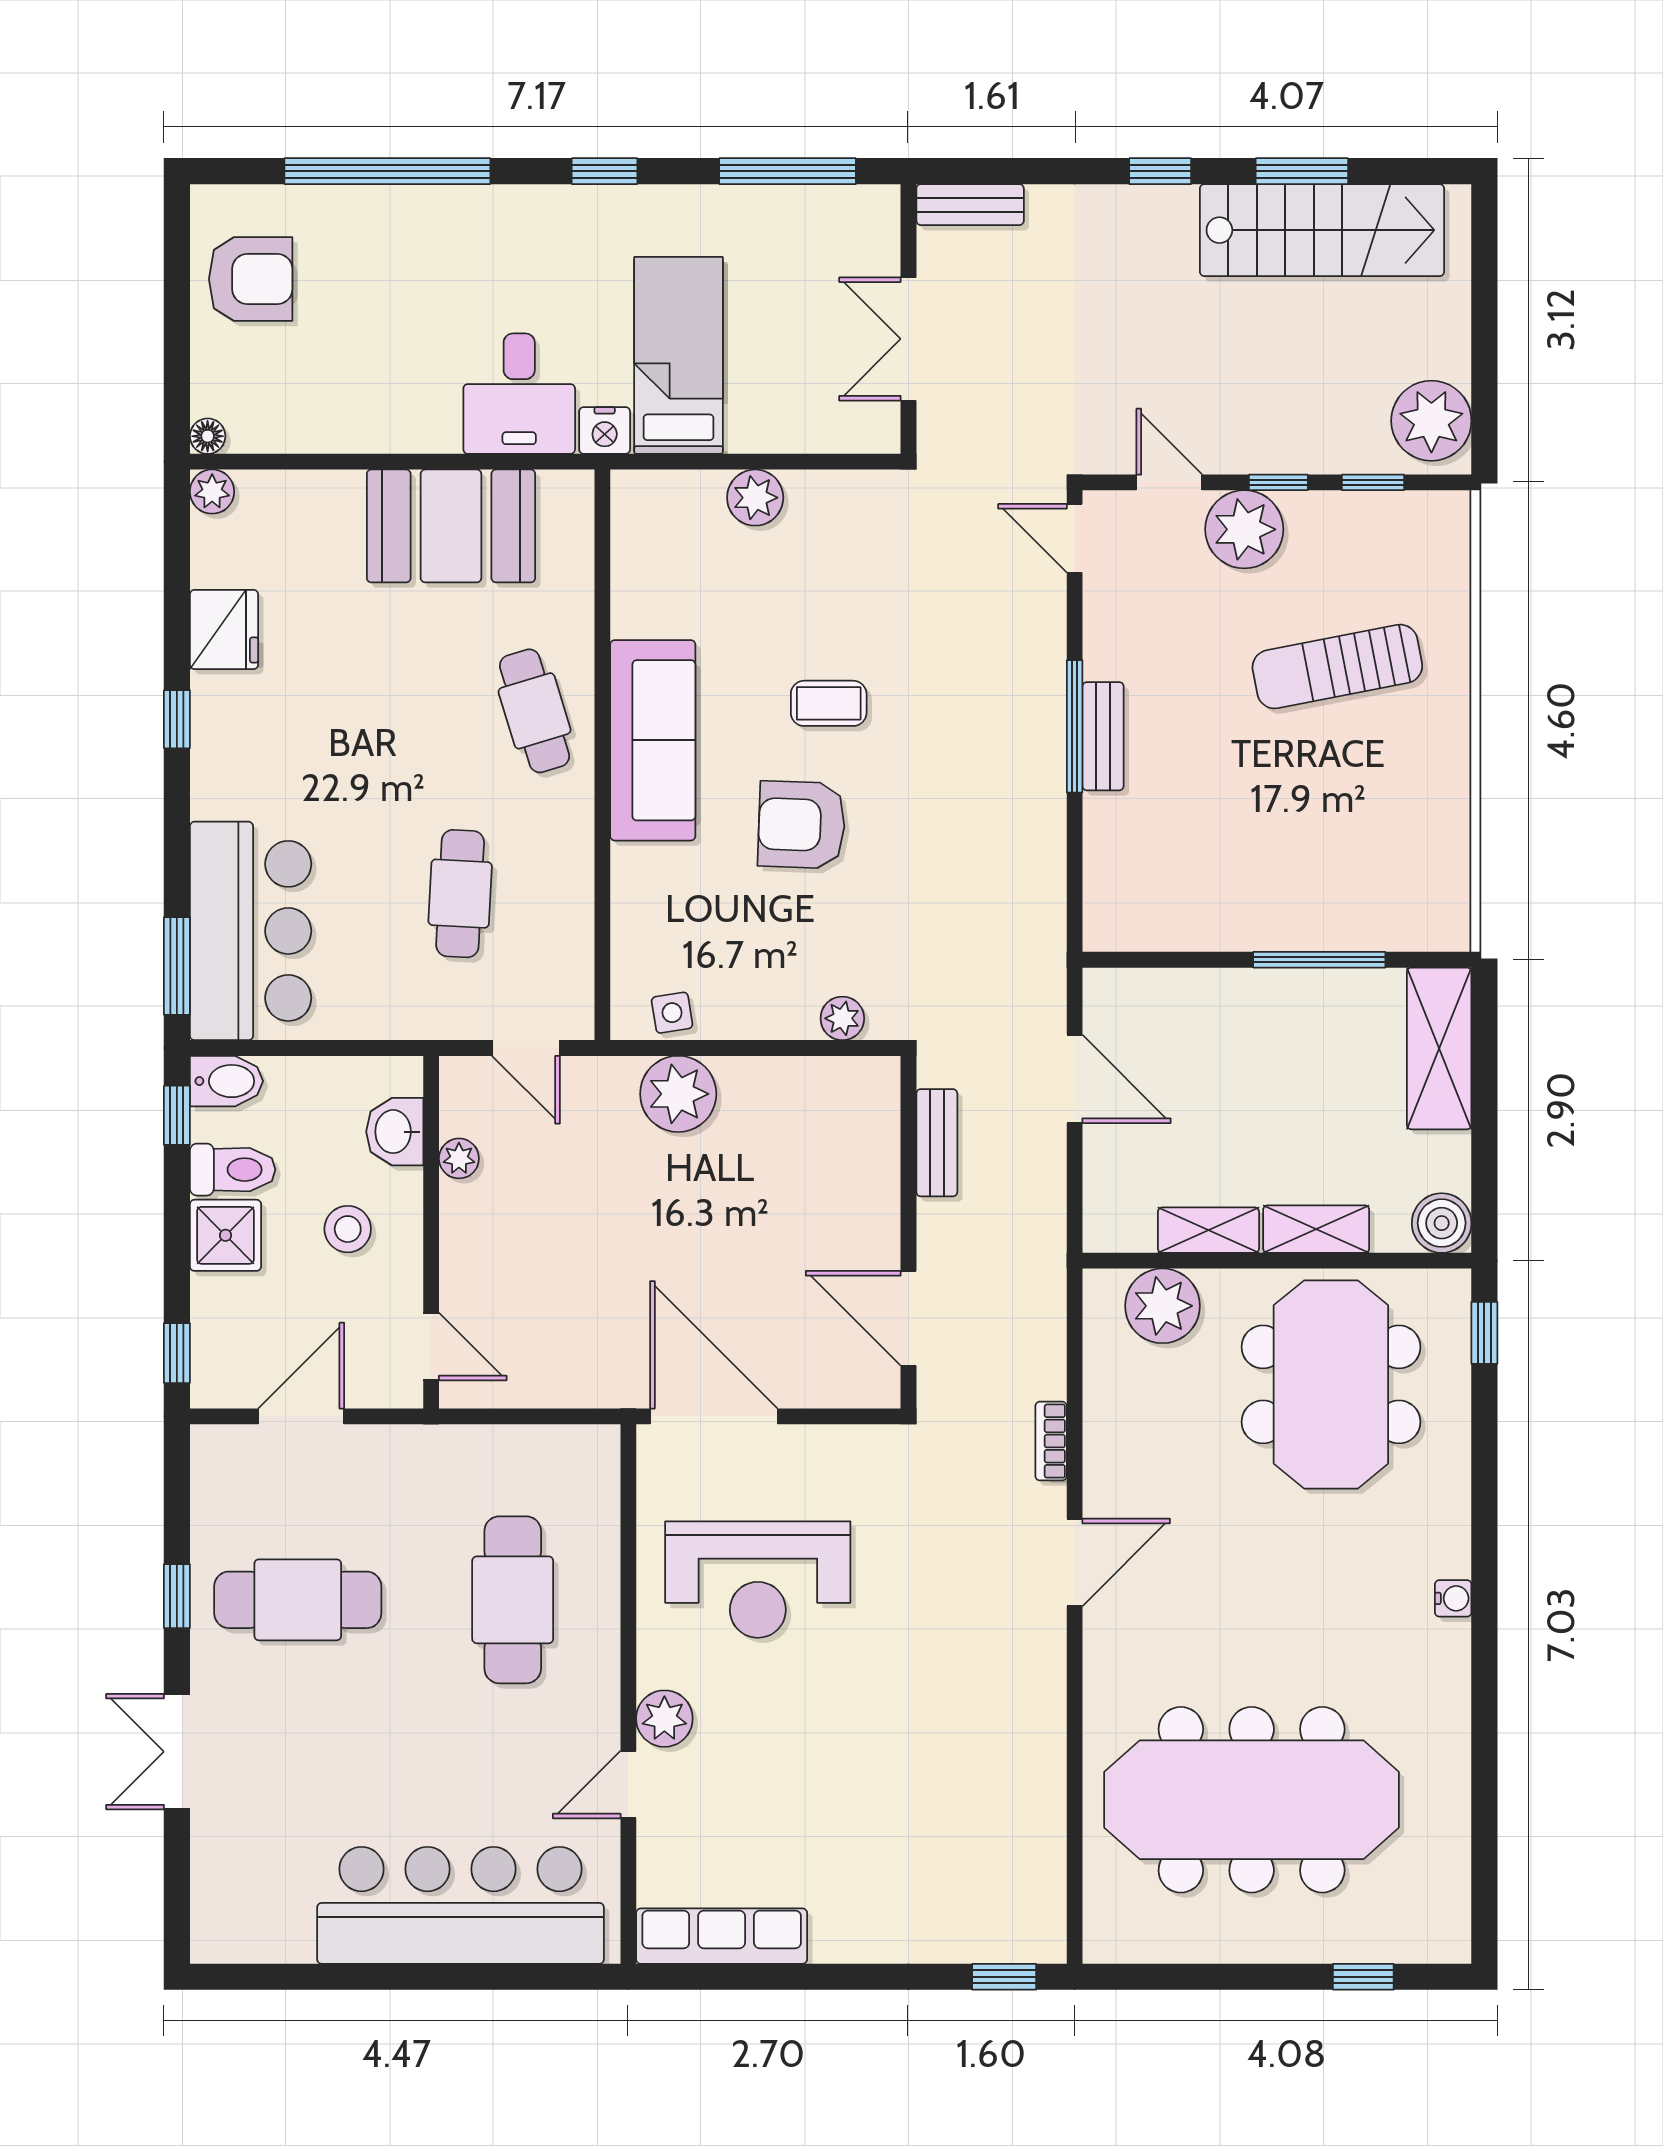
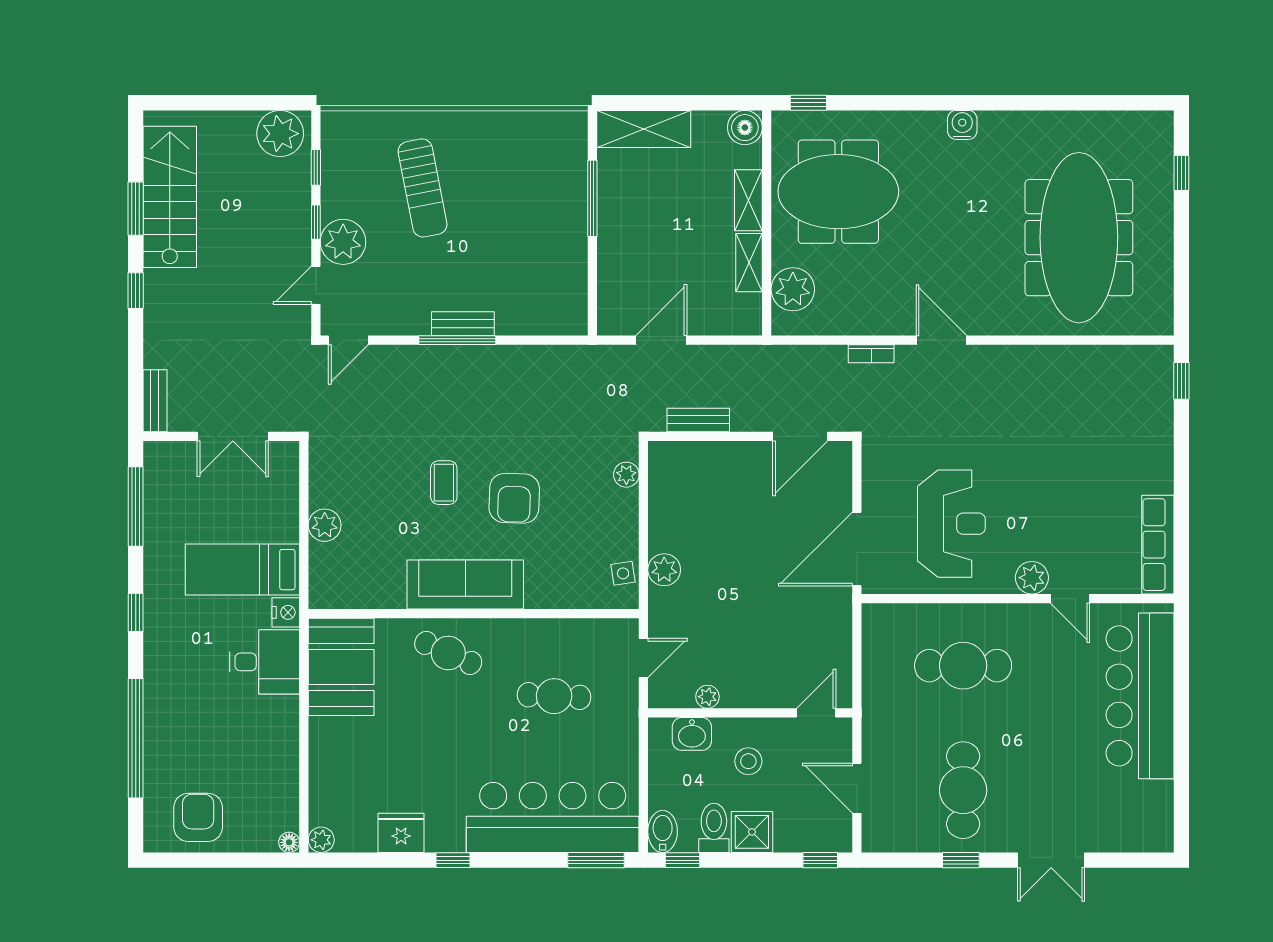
booth: (451, 526) -> (341, 667), moved
cafe table: (535, 711) -> (448, 653), turned 41
bar counter: (251, 931) -> (553, 817), width x1.36
plant: (678, 1094) -> (664, 570), width x0.73, depth x0.73
water cooler: (1453, 1598) -> (962, 125), width x1.38, depth x1.38

